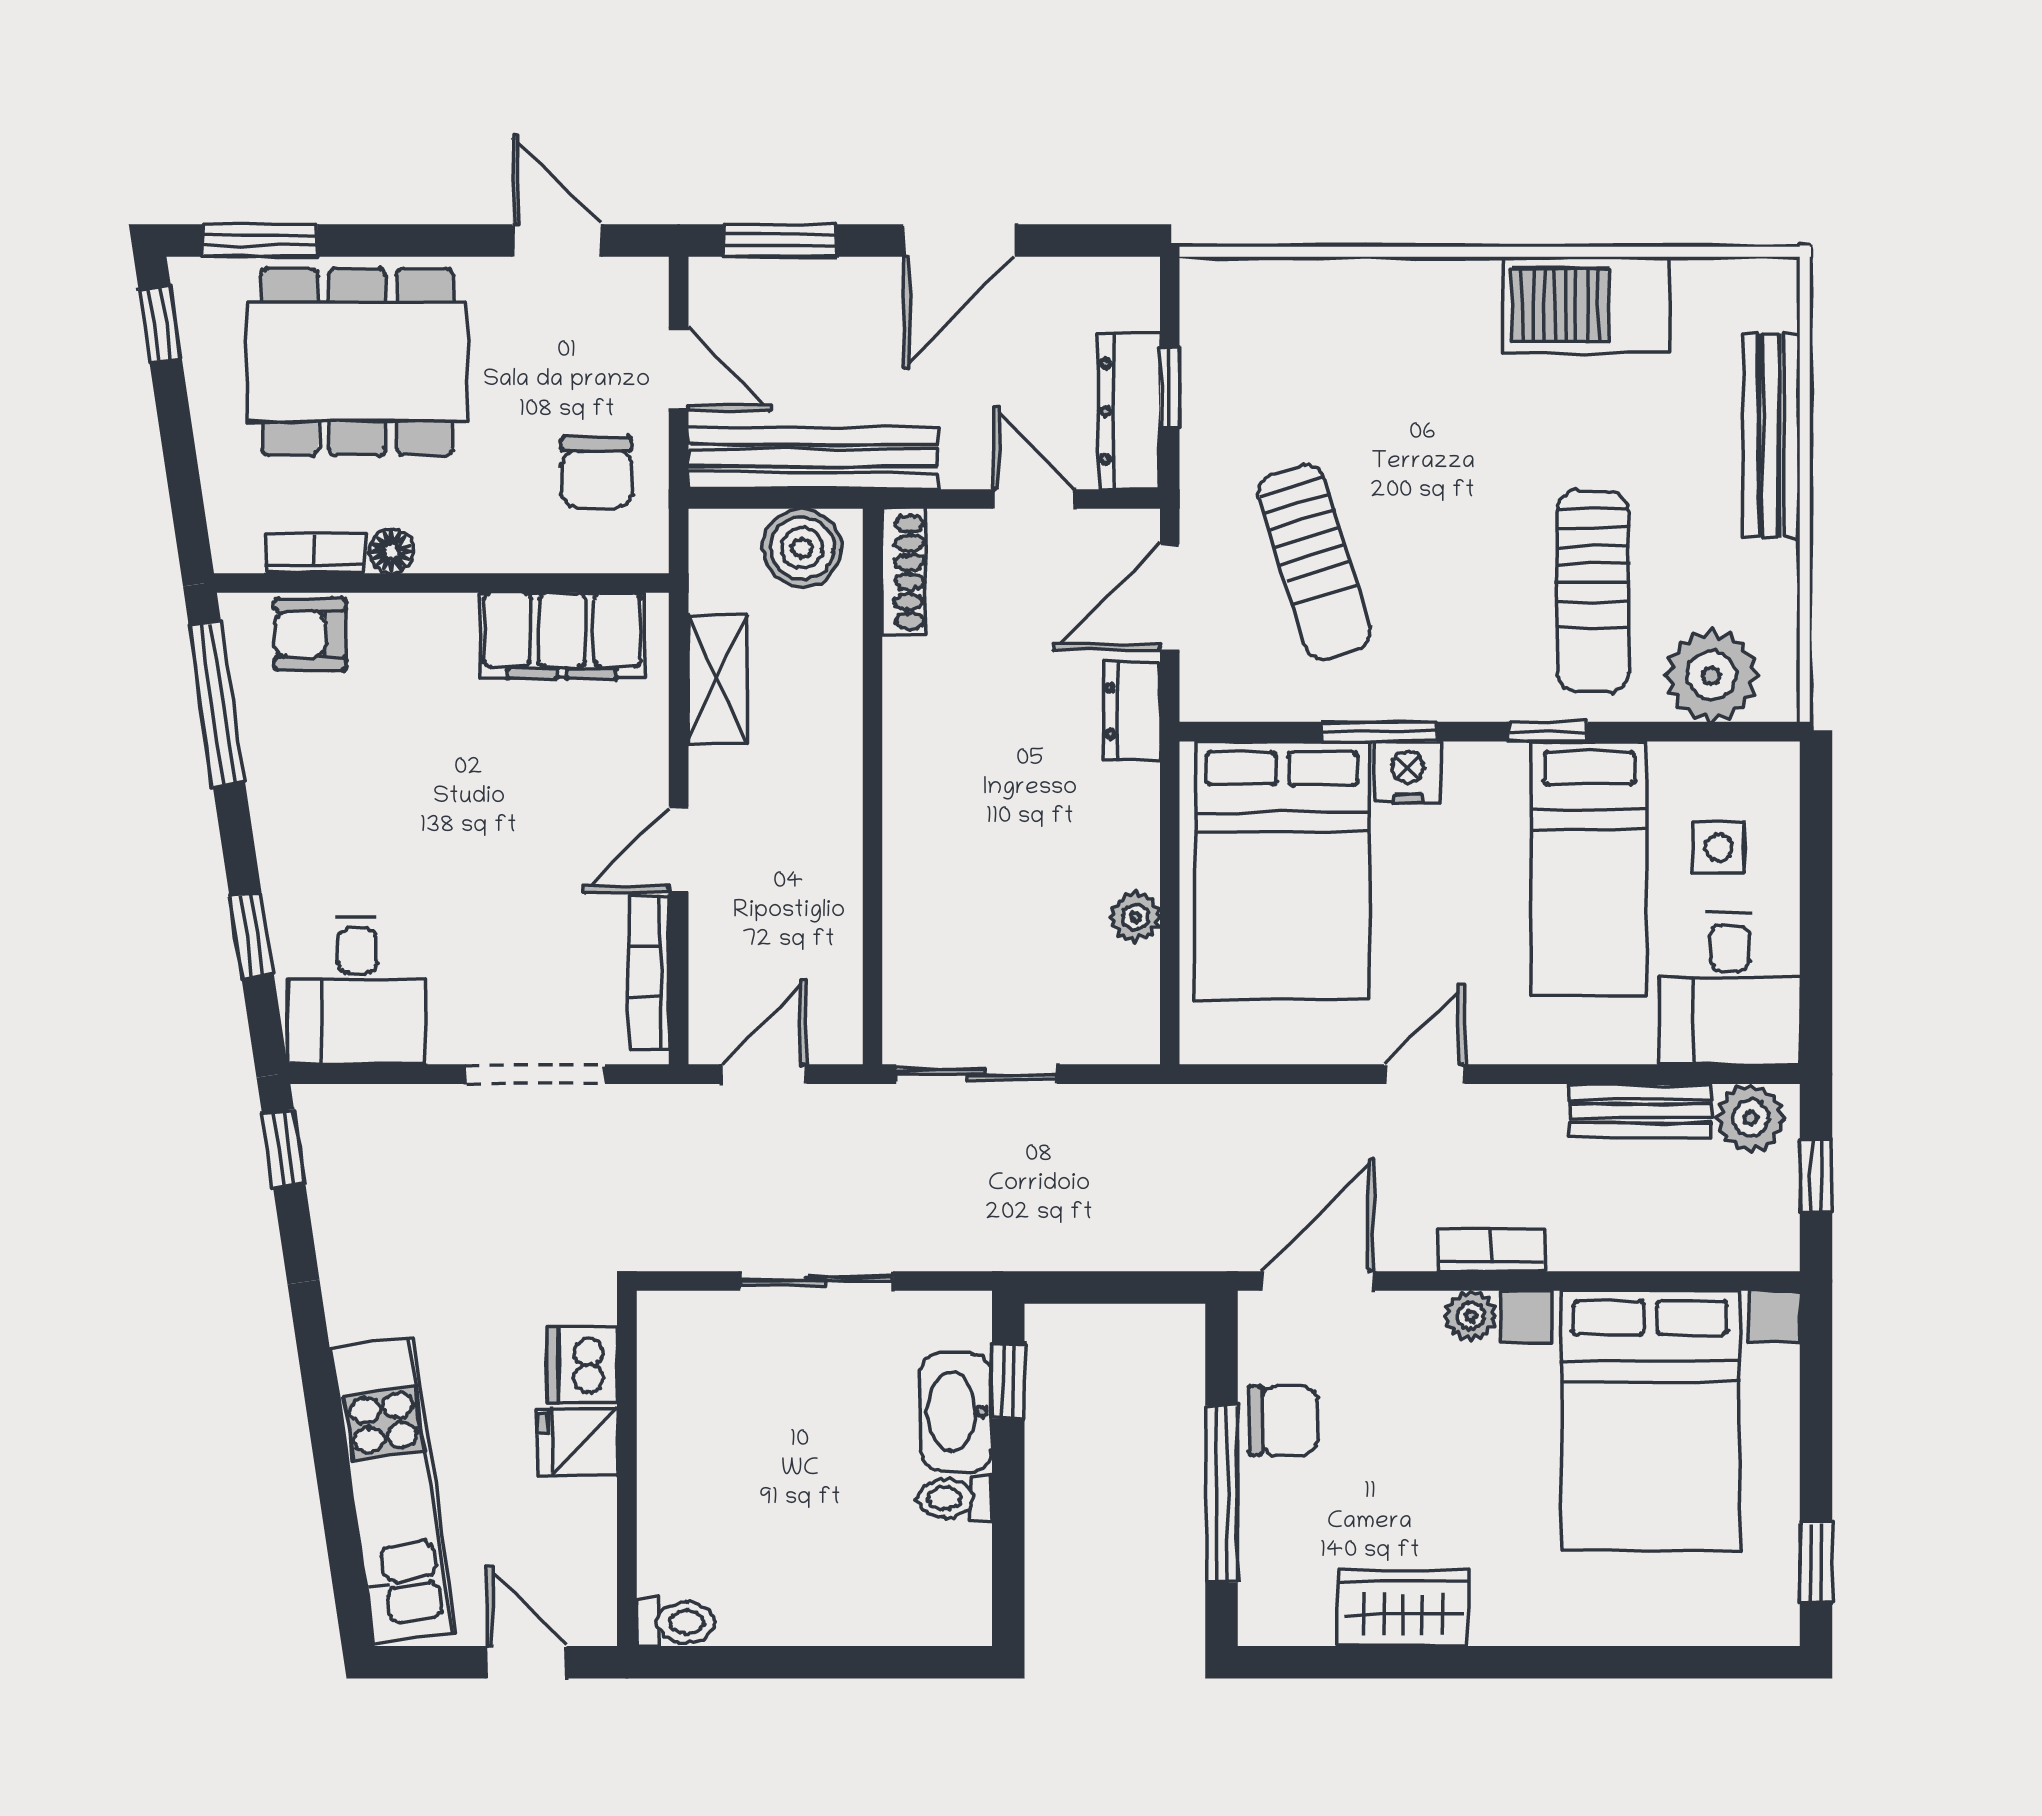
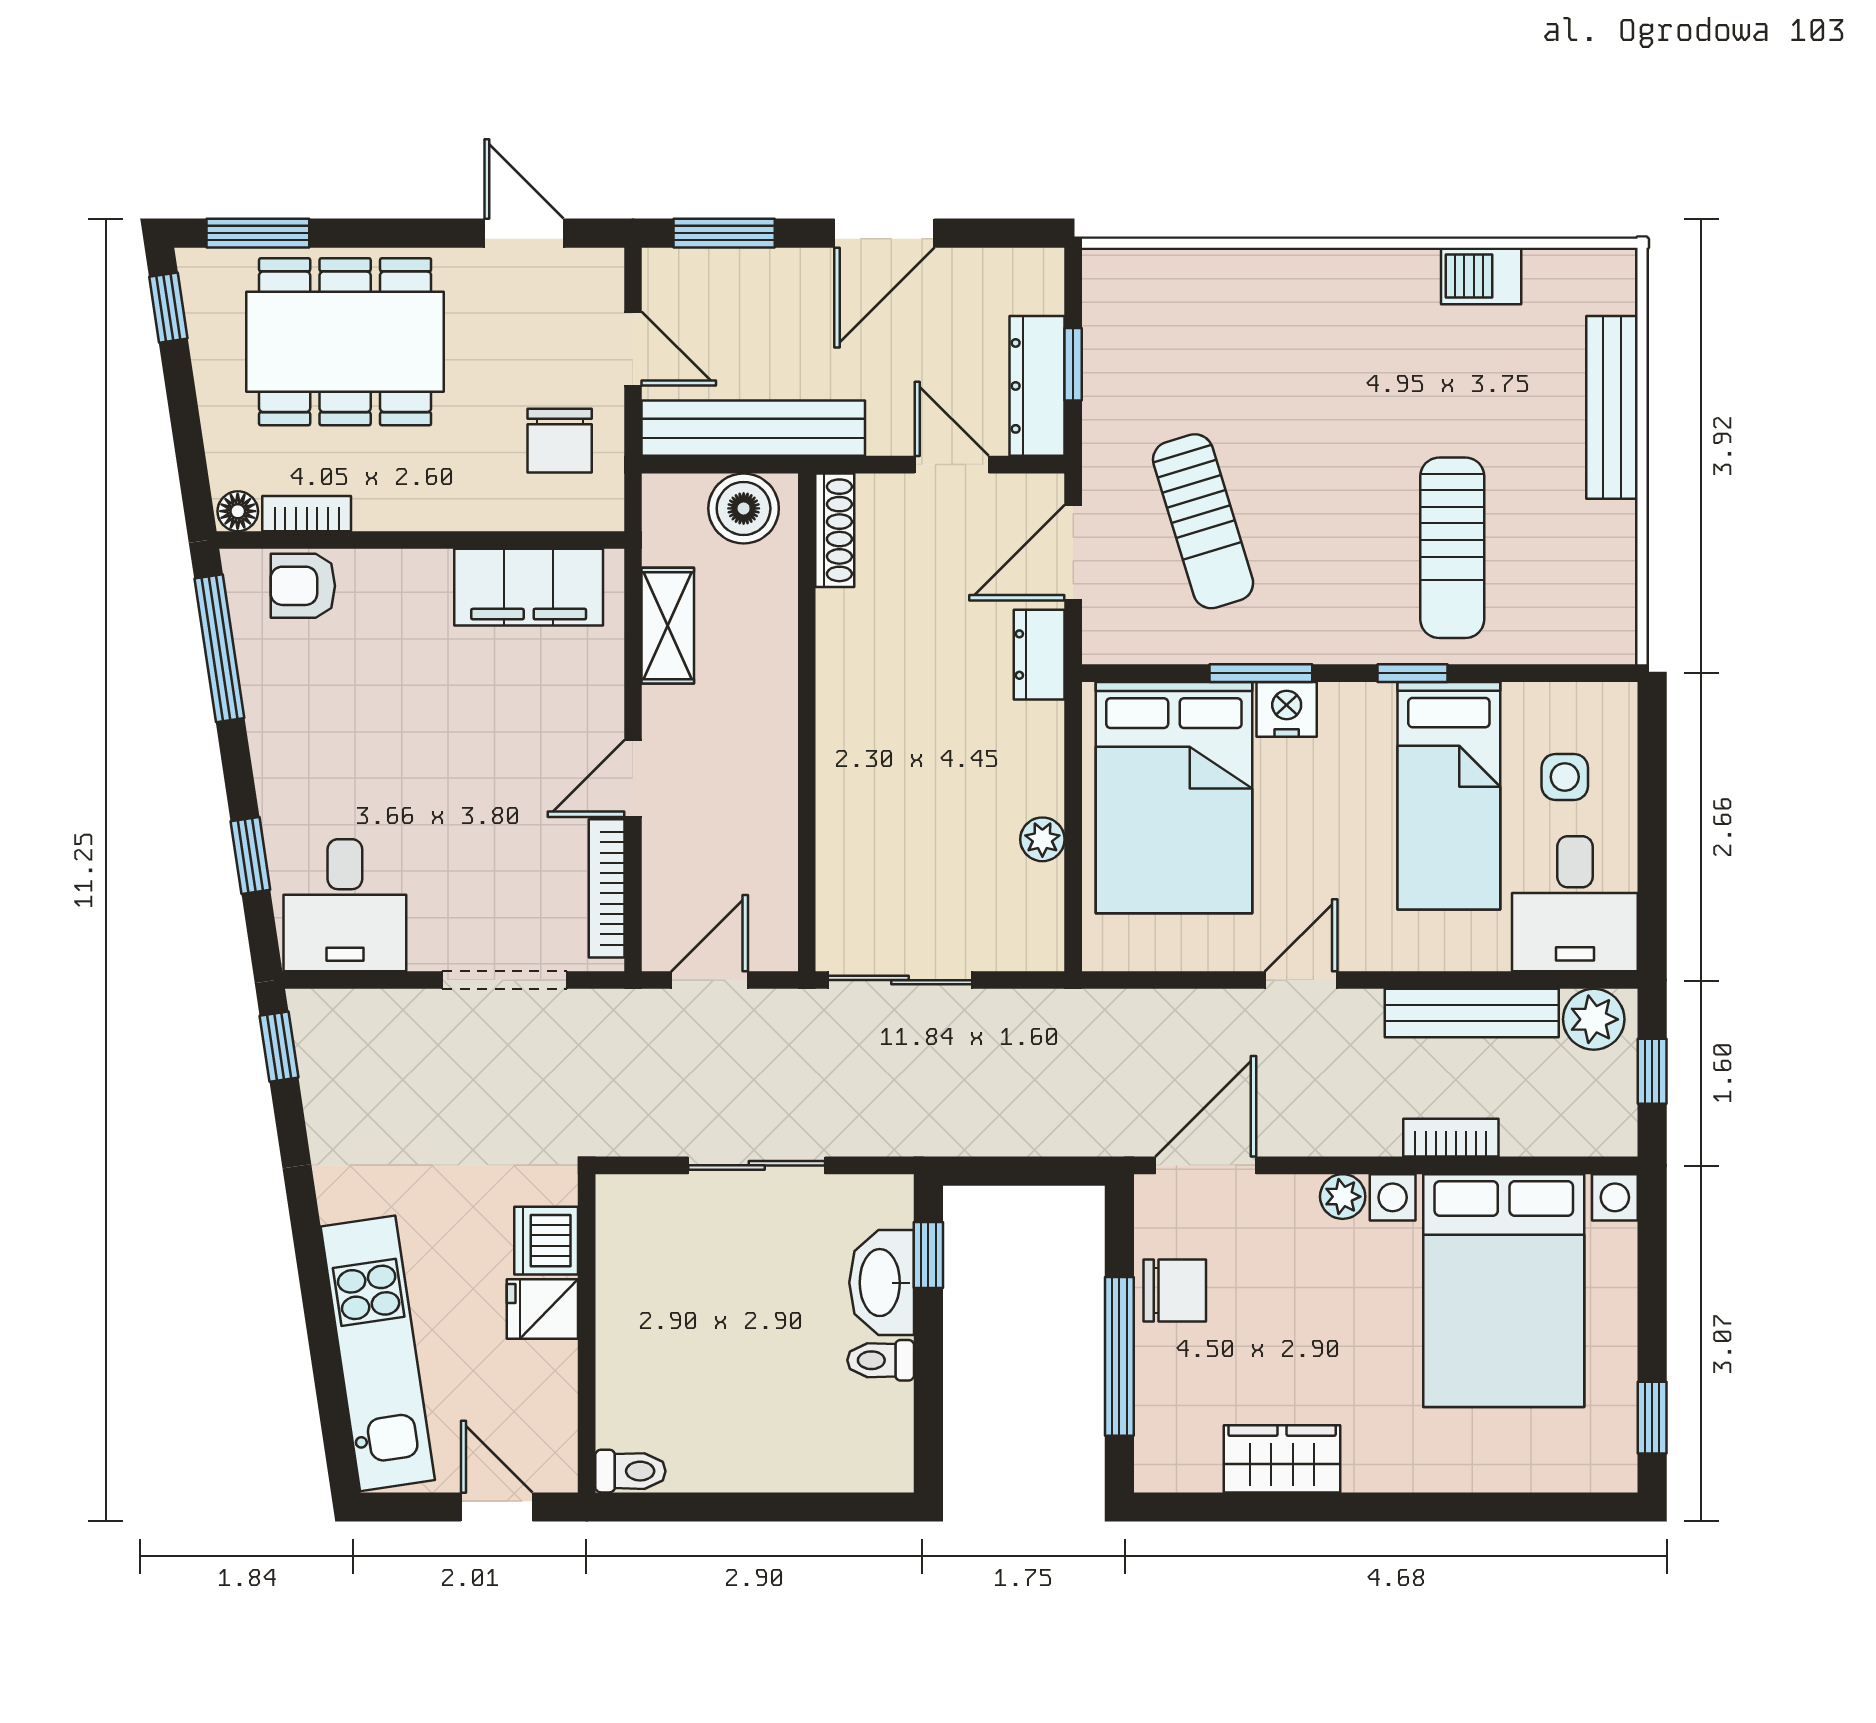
barbecue: (1585, 305) -> (1481, 276), width x0.53, depth x0.65
floor lamp: (391, 551) -> (238, 511), moved
plant: (1711, 675) -> (1558, 623), removed
bench: (1641, 1111) -> (1472, 1013), width x1.36
bookcase: (1491, 1250) -> (1451, 1138), moved

